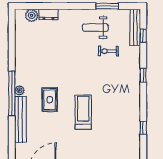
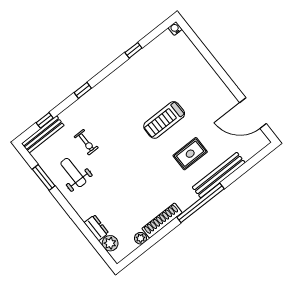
weight bench: (95, 28) -> (73, 173), turned 180
shoe rack: (20, 60) -> (162, 221), added
plant: (19, 90) -> (141, 238), moved
rug: (50, 100) -> (190, 154), moved

